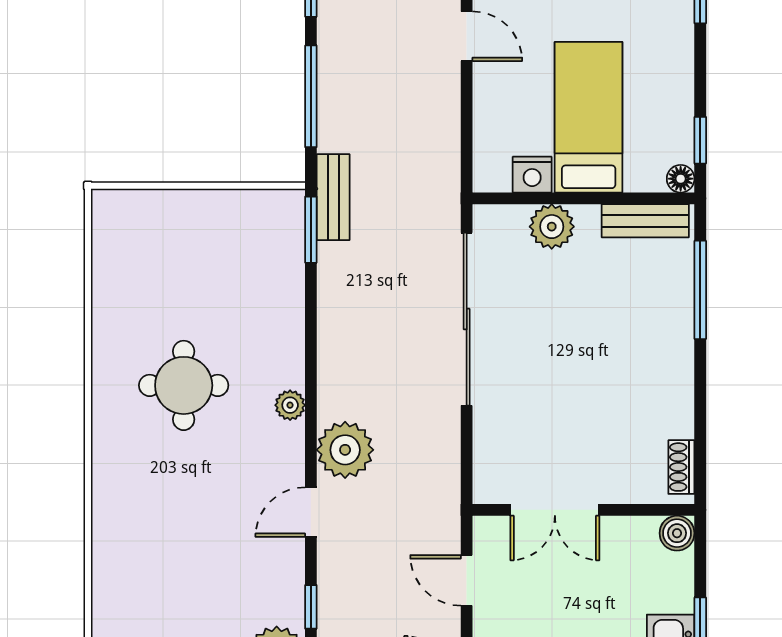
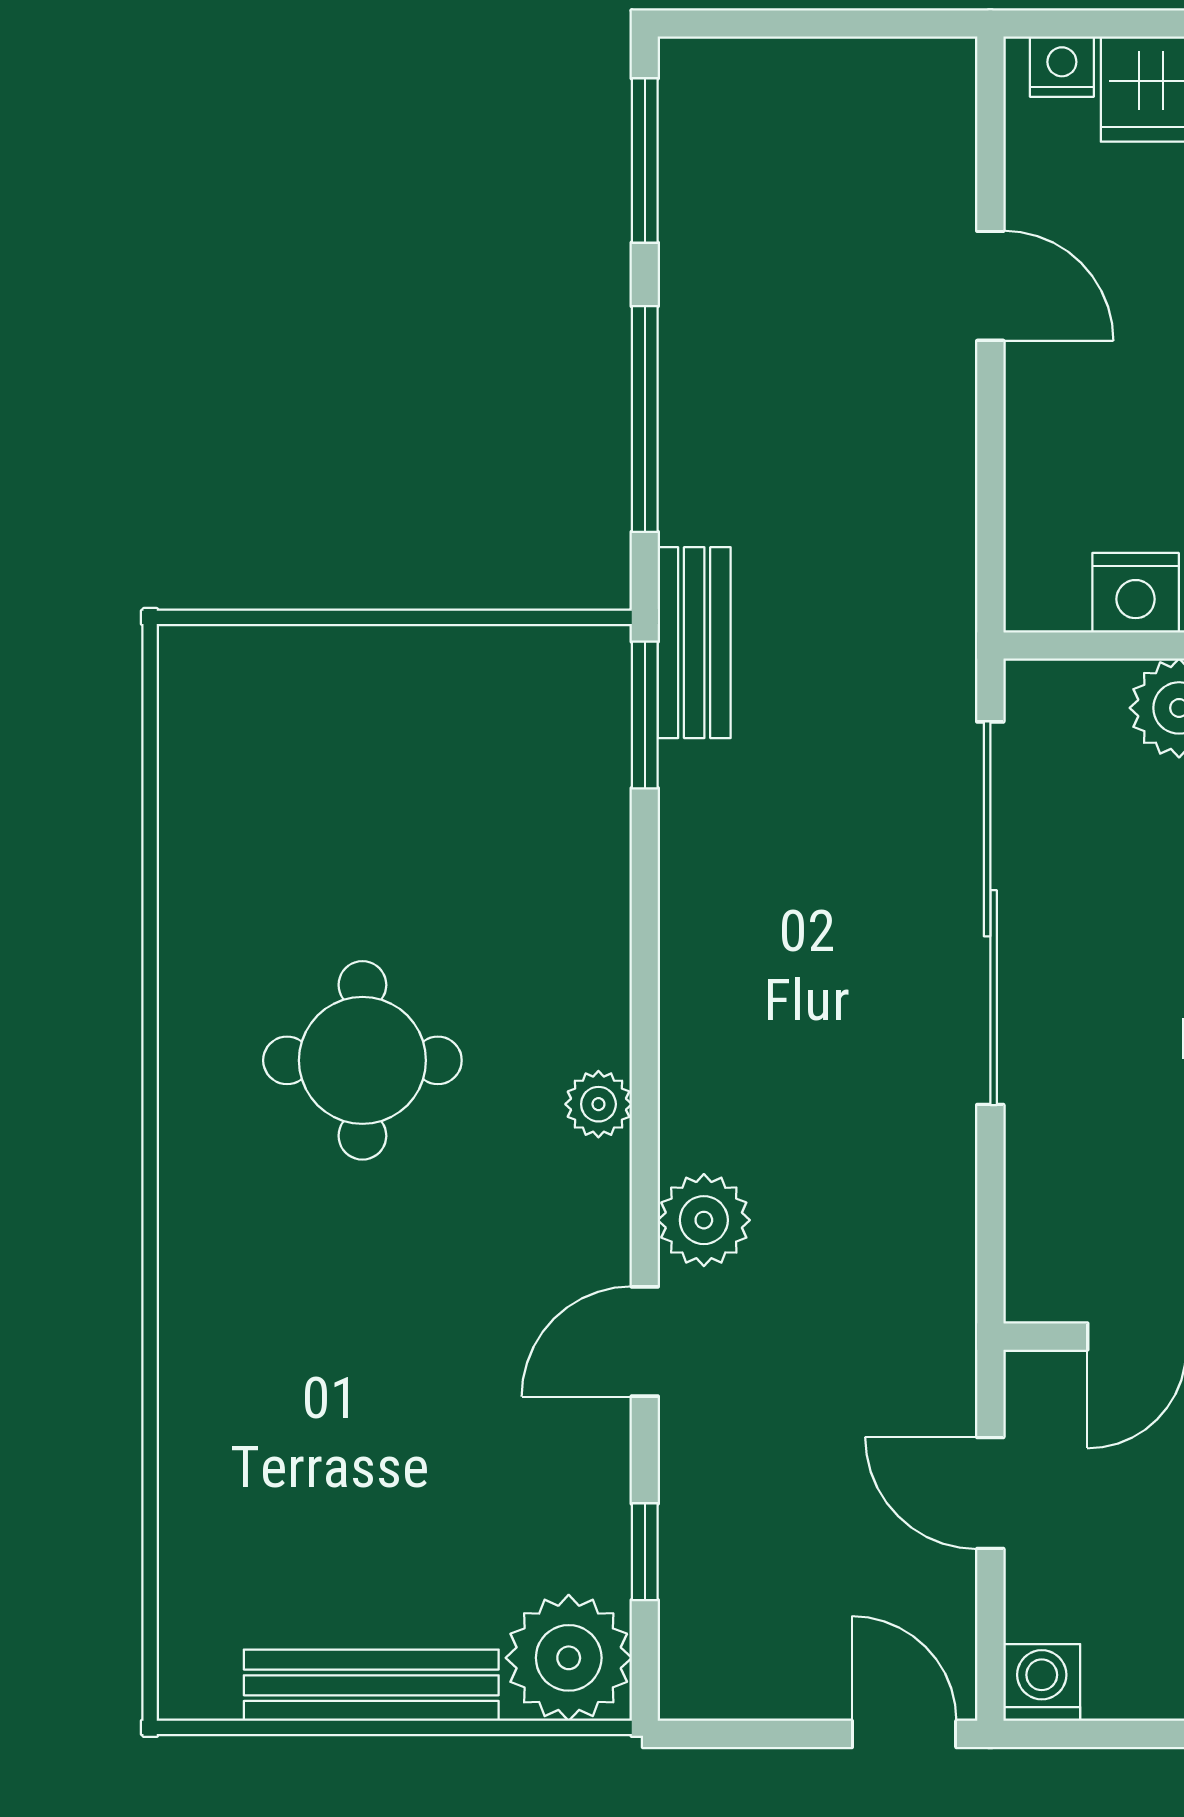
plant: (345, 450) -> (704, 1220), width x0.73, depth x0.73

